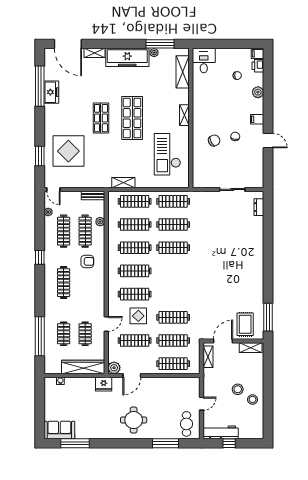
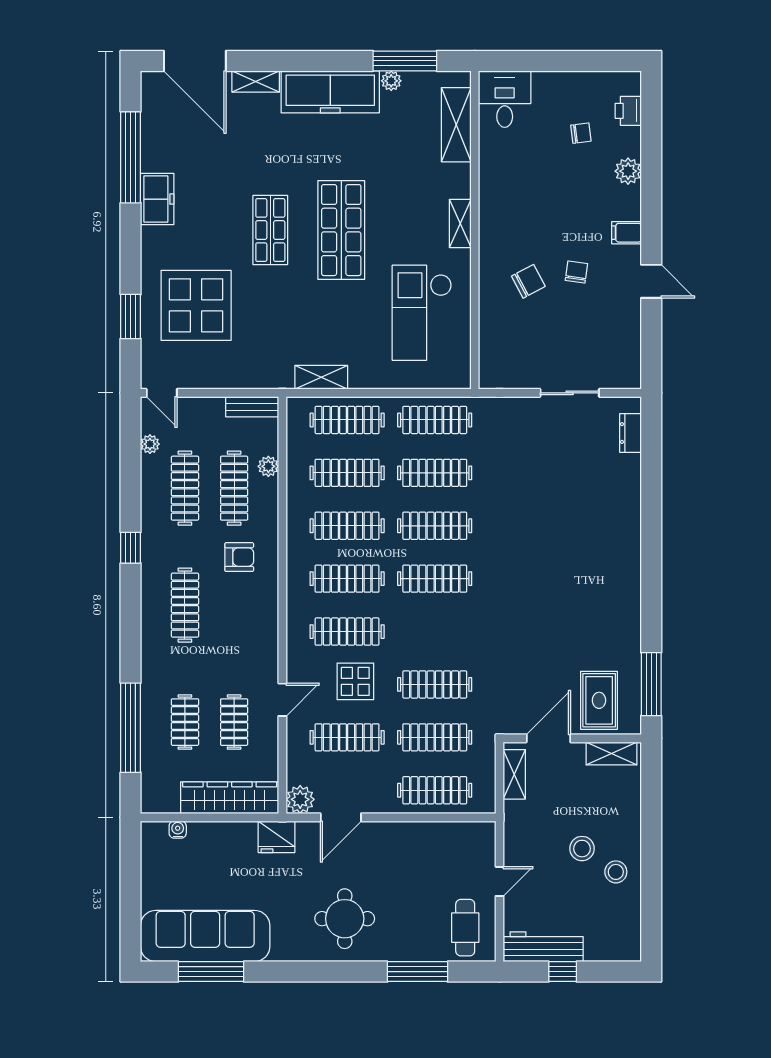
filing cabinet: (258, 54) -> (627, 84), removed
freezer: (51, 92) -> (157, 199), moved
clothes rail: (173, 271) -> (435, 579), added
sofa: (59, 430) -> (205, 936), width x1.85, depth x1.27

